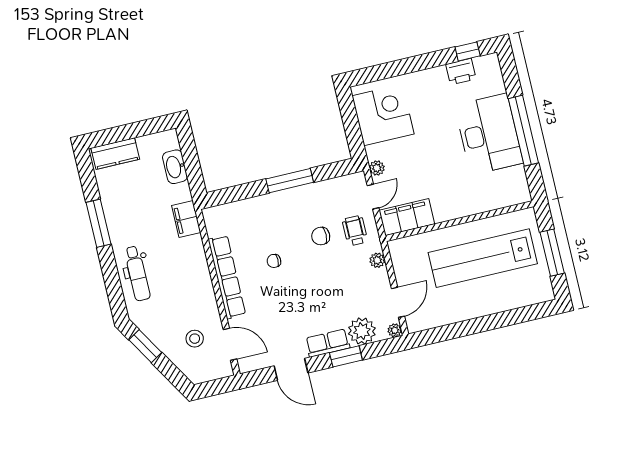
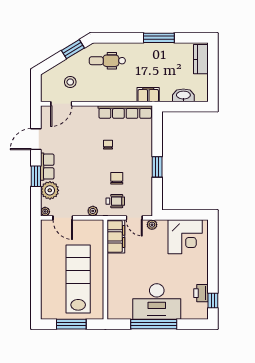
window: (290, 181) -> (157, 167), width x0.69
dental chair: (137, 273) -> (107, 61), moved
row of seats: (227, 277) -> (125, 112), moved

